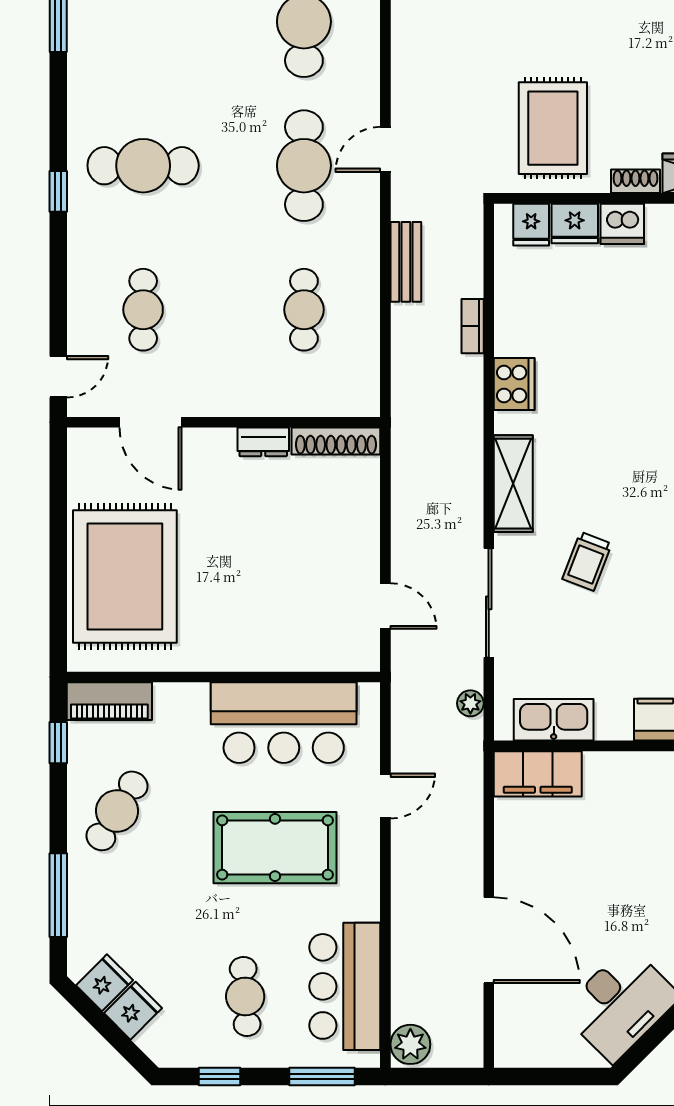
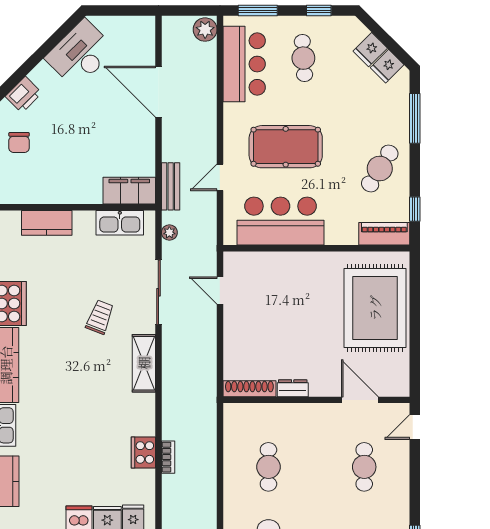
bench: (406, 262) -> (171, 186), moved
cooker: (514, 384) -> (143, 452), moved

